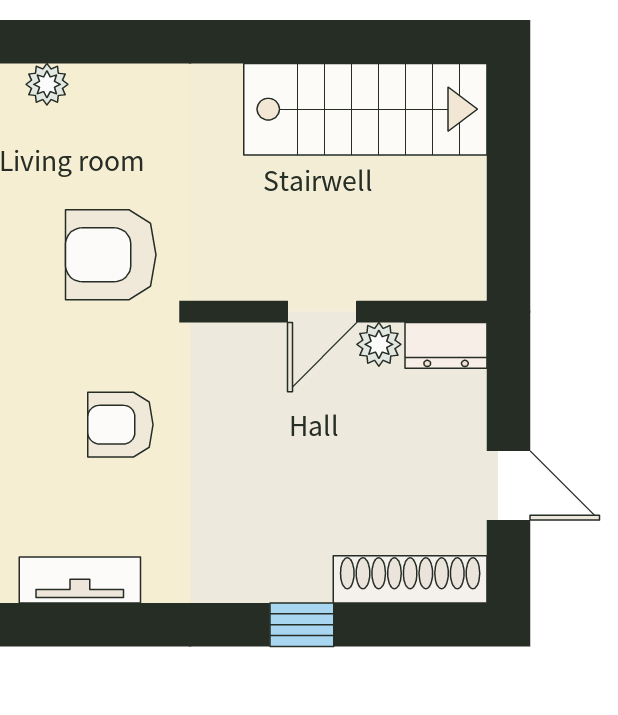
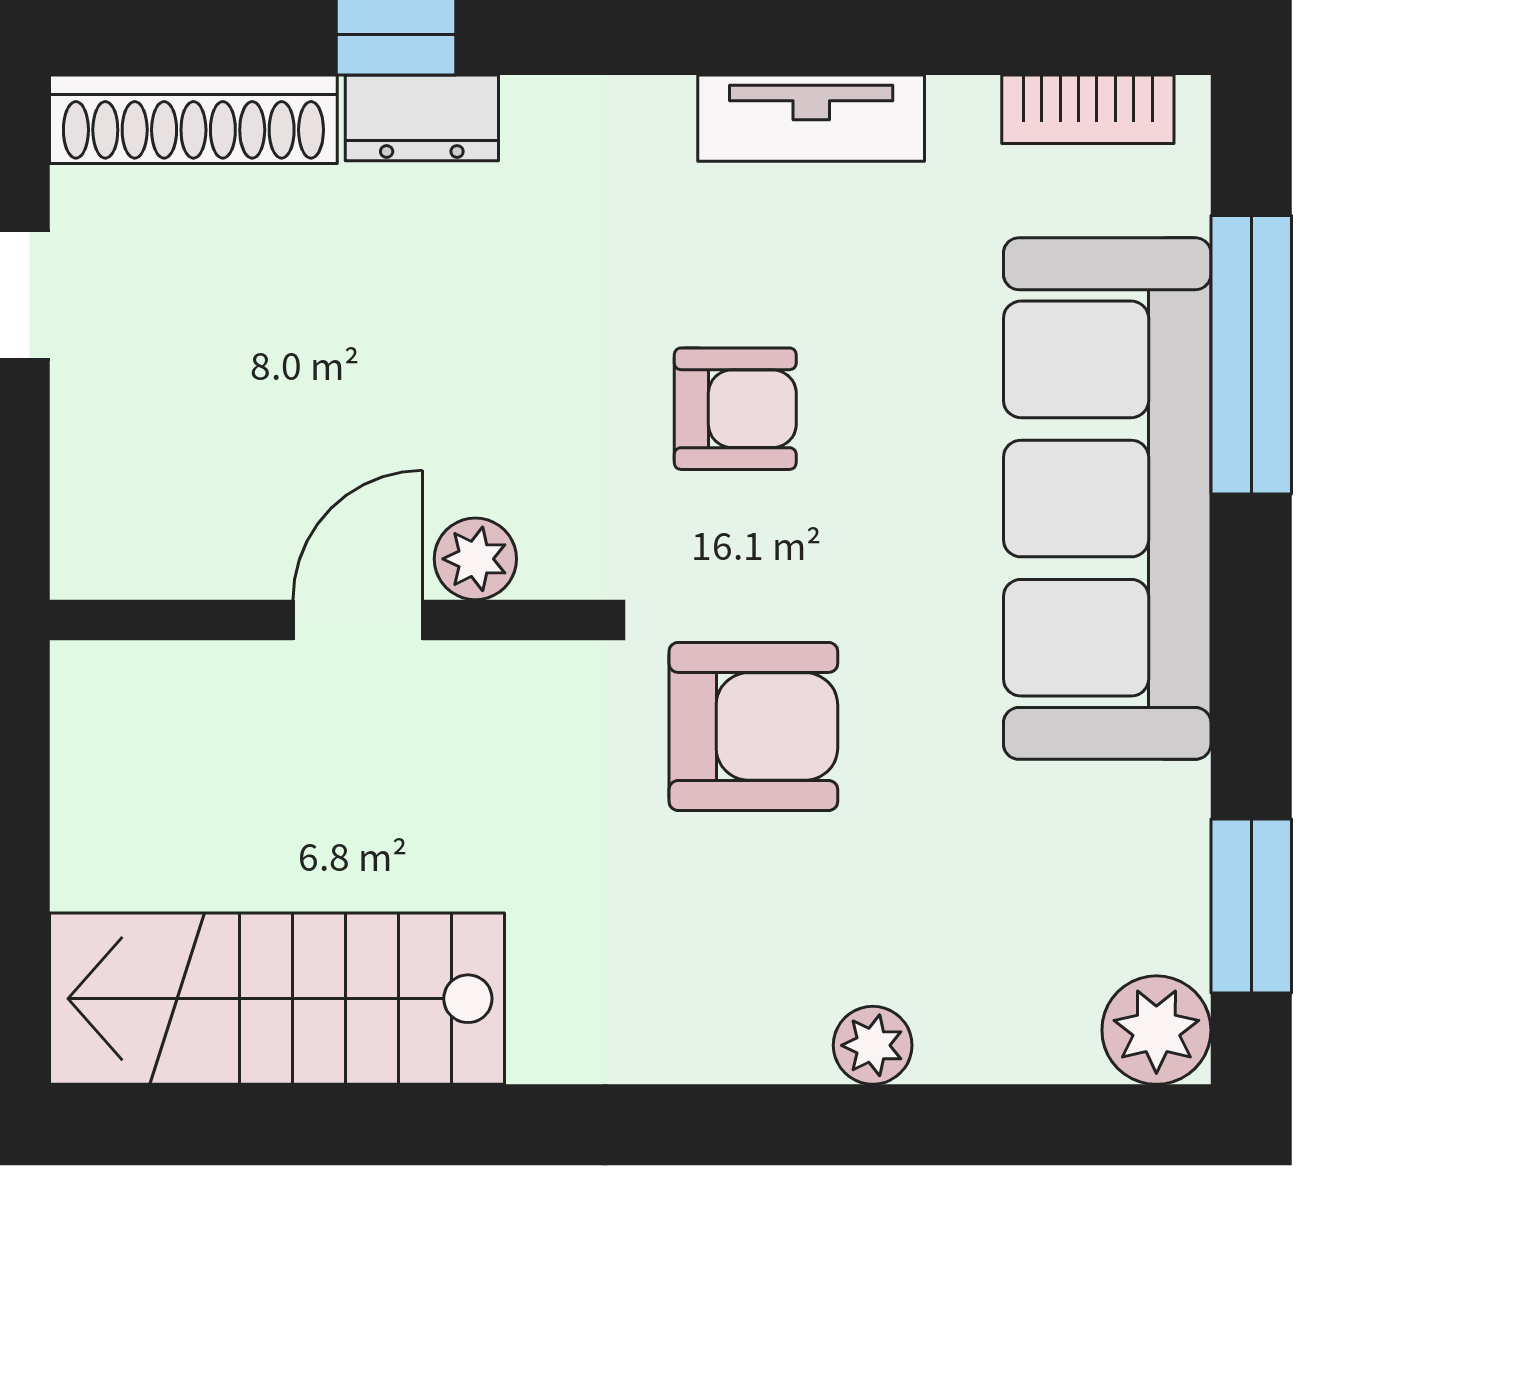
plant: (379, 344) -> (475, 559), moved
dresser: (446, 345) -> (422, 118), moved, turned 180

